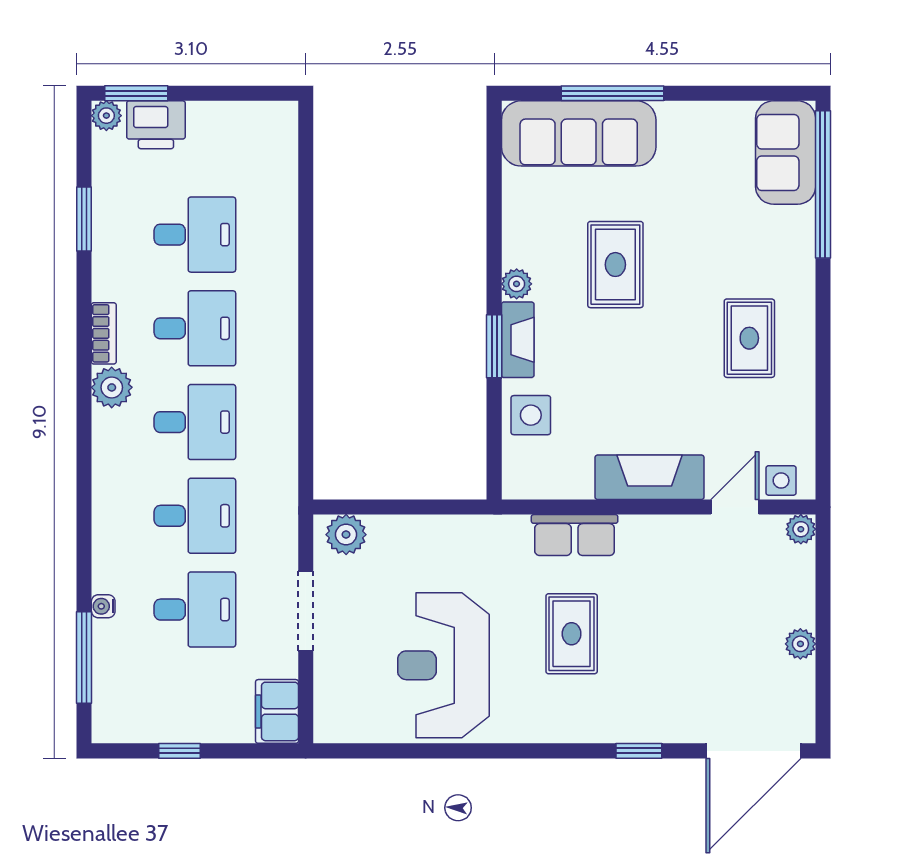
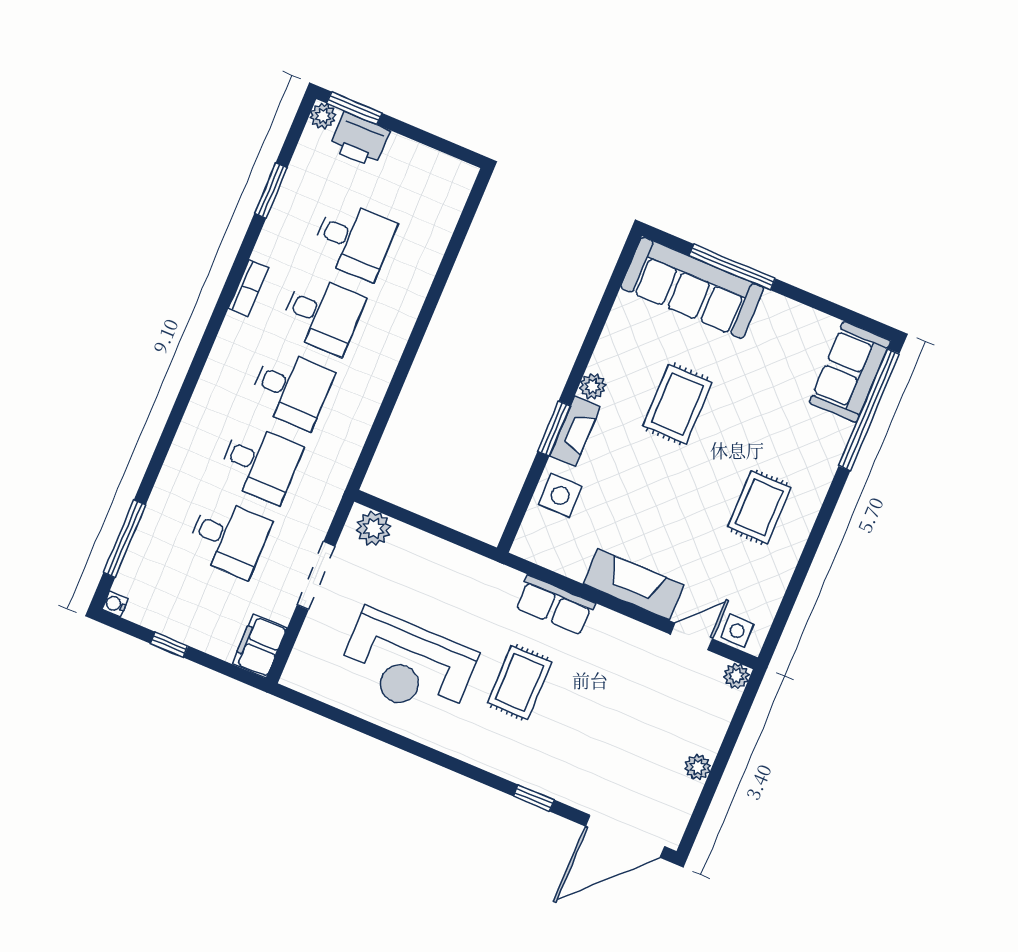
plant: (112, 387) -> (237, 334), removed
water cooler: (103, 606) -> (115, 604), moved
reception desk: (443, 665) -> (407, 665), turned -90

